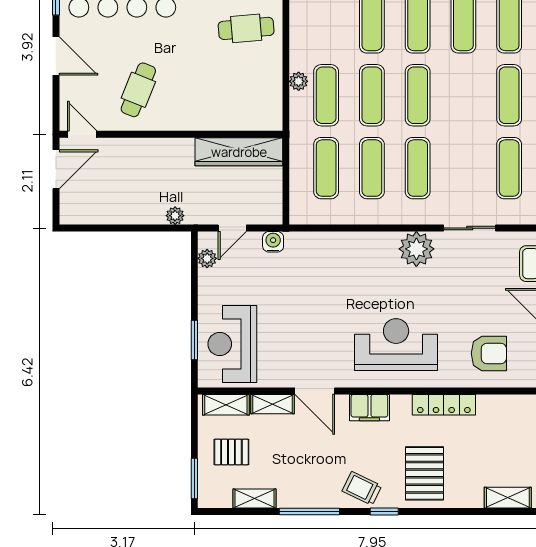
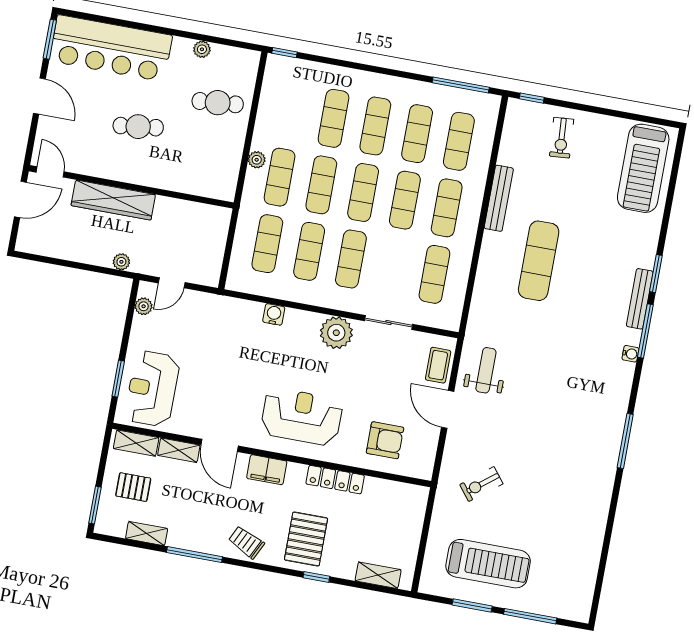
cafe table: (138, 90) -> (138, 127), moved, turned 61
exercise mat: (463, 95) -> (405, 200), added
wardrobe: (239, 152) -> (113, 200), moved
water cooler: (273, 242) -> (274, 314), moved
window: (384, 512) -> (316, 577), moved

